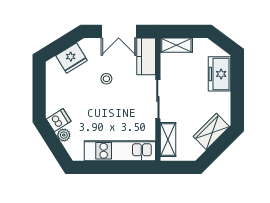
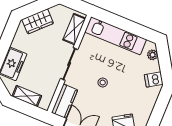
shelving: (176, 45) -> (27, 96), moved
stool: (106, 79) -> (103, 82), moved
plant: (64, 135) -> (153, 55), moved

